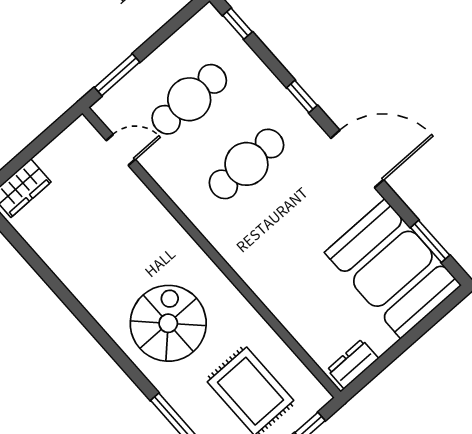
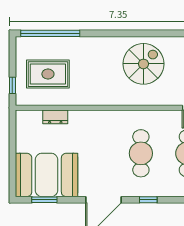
spiral stairs: (168, 323) -> (143, 64), moved, turned -90
dresser: (353, 364) -> (55, 117), moved, turned 90

